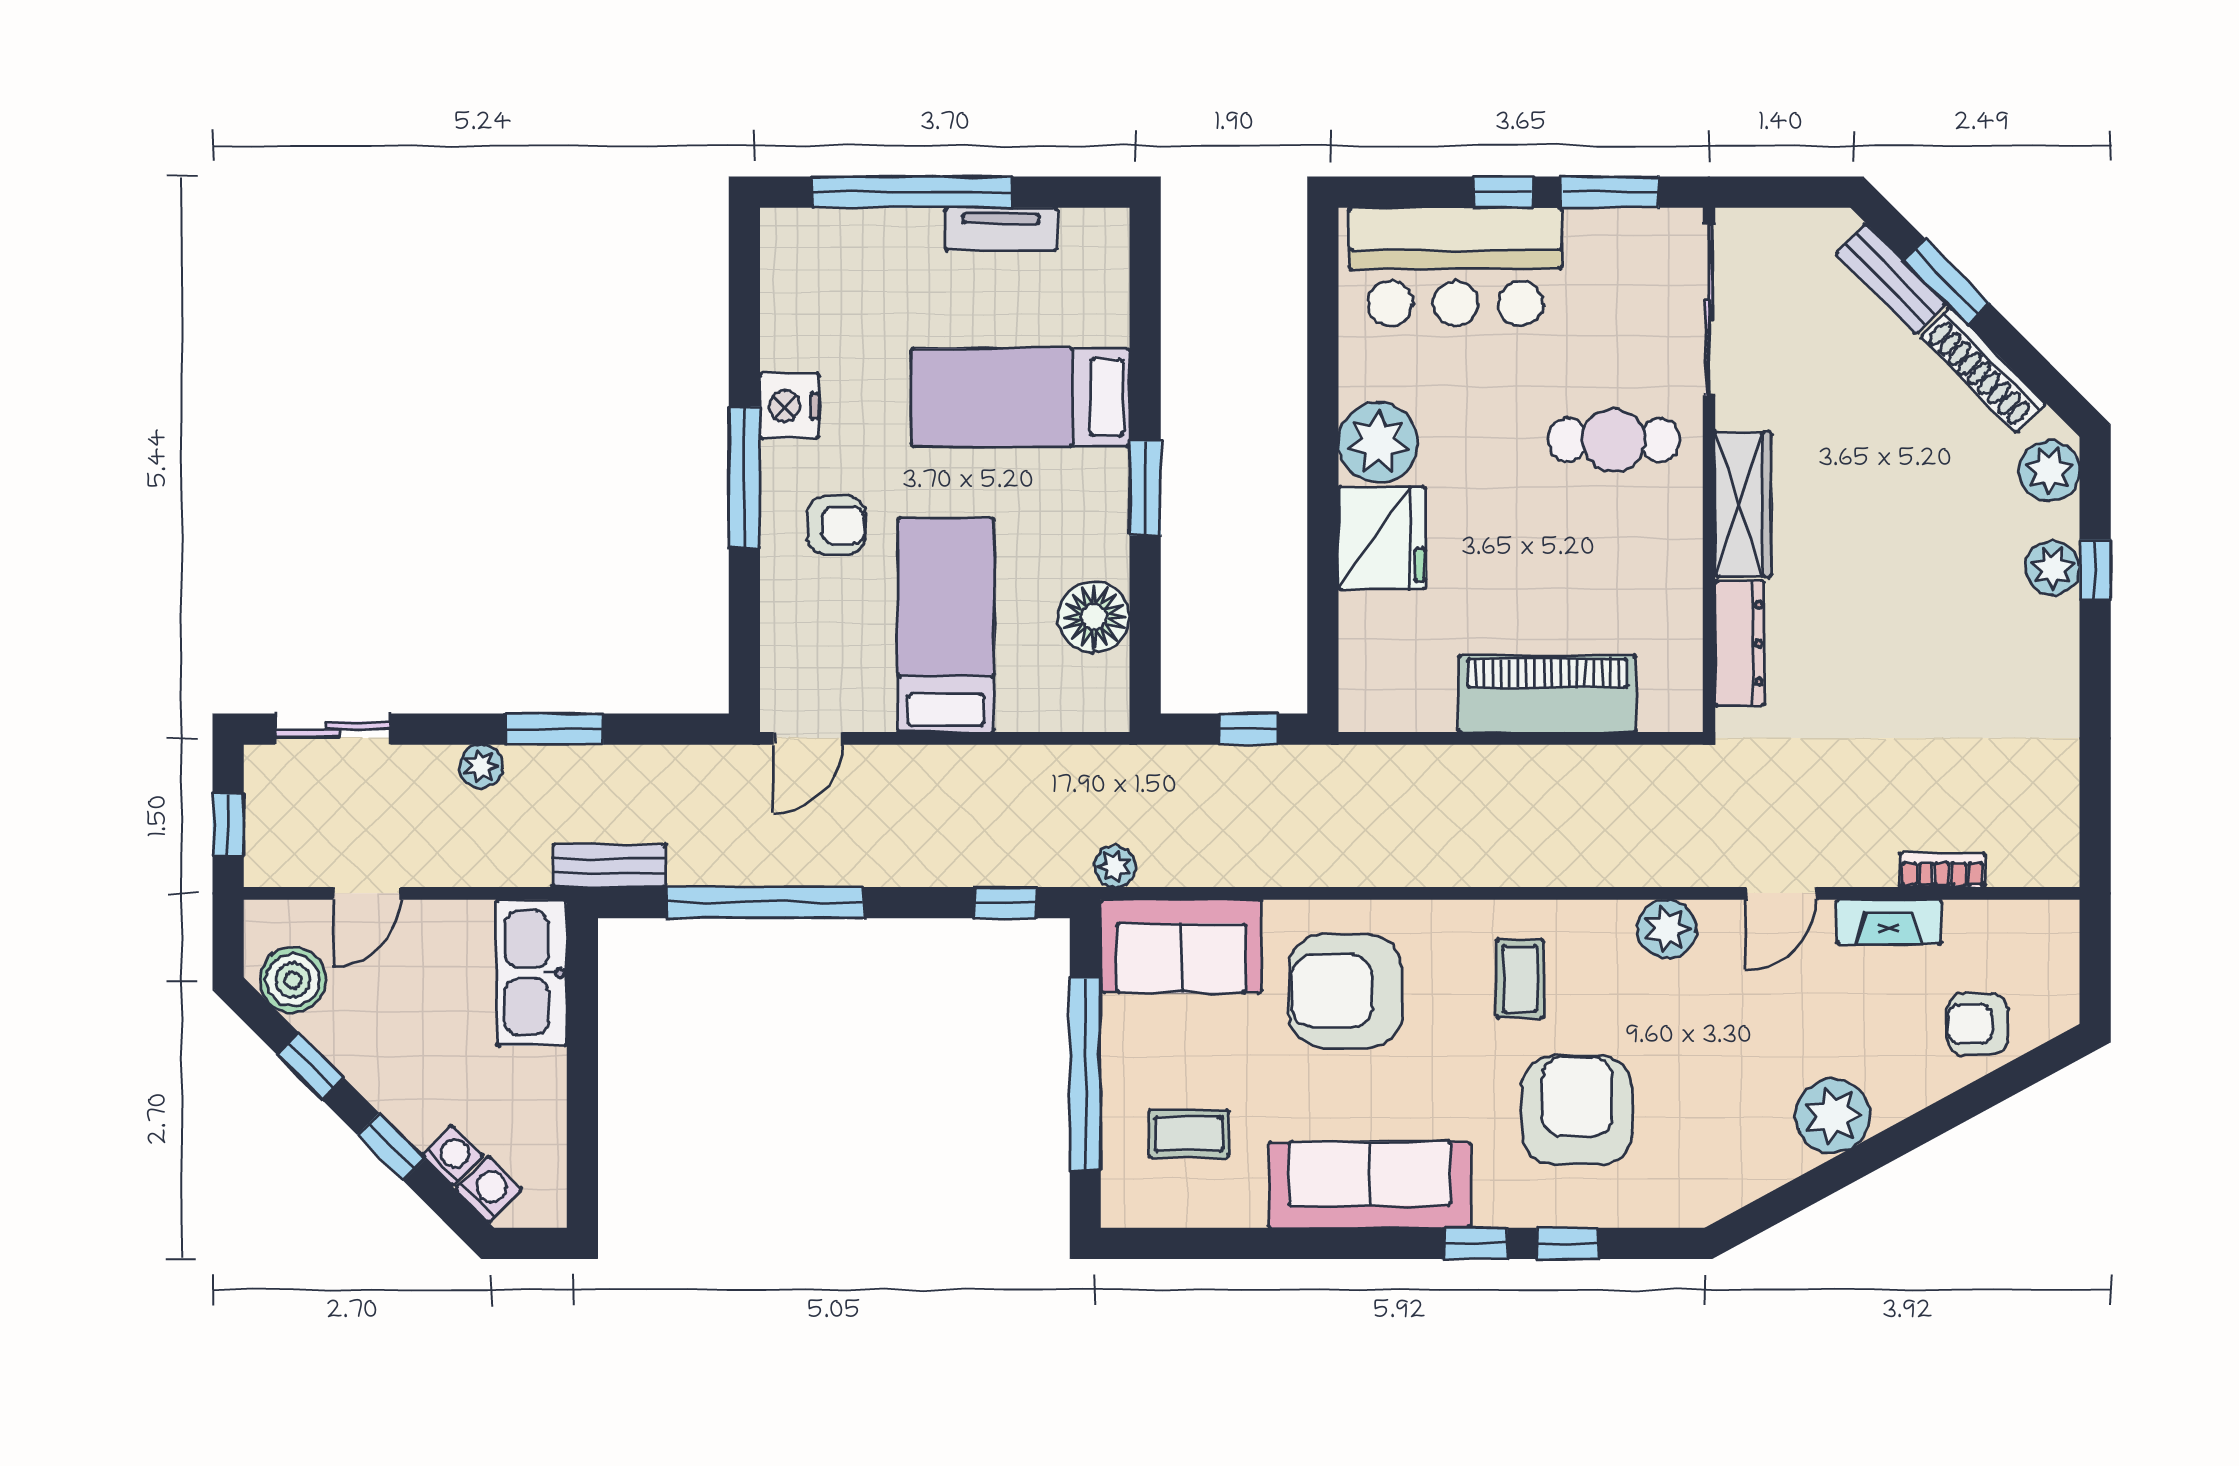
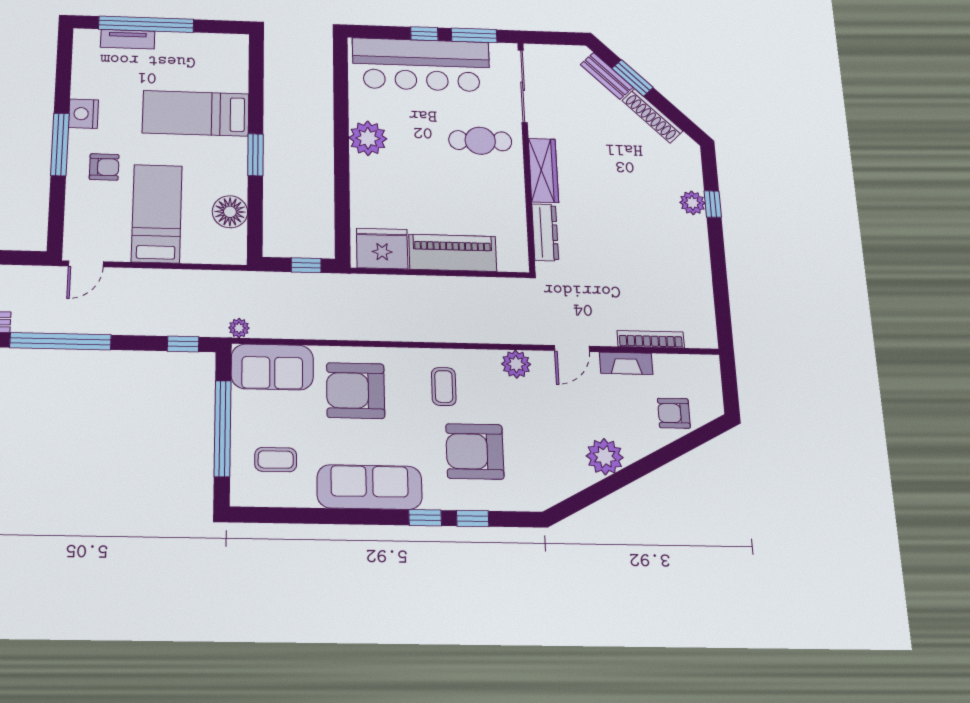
tv unit: (1001, 229) -> (128, 39), moved
bar counter: (1455, 267) -> (421, 65), width x1.36
plant: (2049, 471) -> (687, 160), removed
fridge: (1382, 538) -> (382, 249), moved, turned -90
bookcase: (1942, 870) -> (651, 339), width x1.56
armchair: (1577, 1110) -> (475, 451), turned -90

